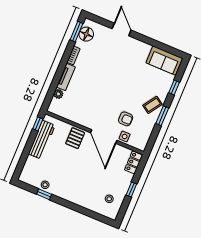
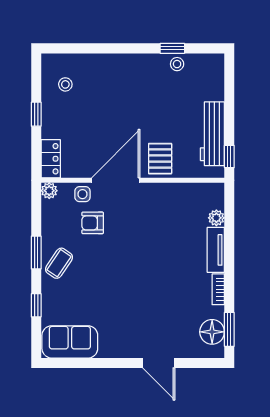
door: (104, 137) -> (116, 180), hinge flipped
plant: (142, 146) -> (49, 191), added

